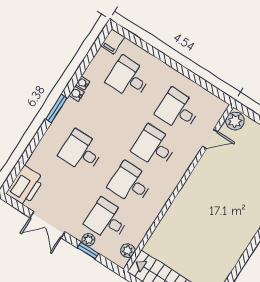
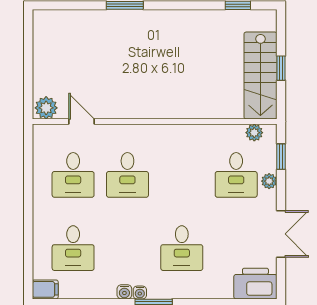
water cooler: (83, 83) -> (140, 292), moved
desk: (131, 183) -> (182, 175), removed
window: (88, 251) -> (281, 157), moved

